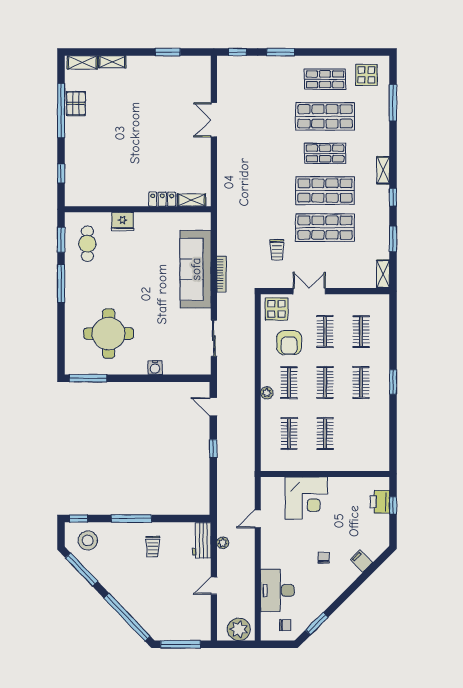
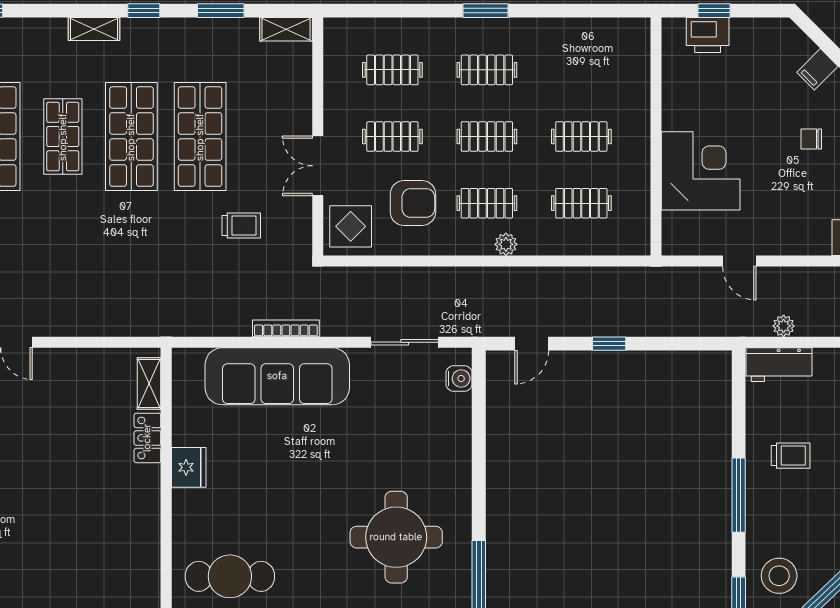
fridge: (123, 221) -> (189, 467), moved
cafe table: (87, 244) -> (230, 576), width x1.37, depth x1.35
water cooler: (155, 368) -> (459, 378), moved

